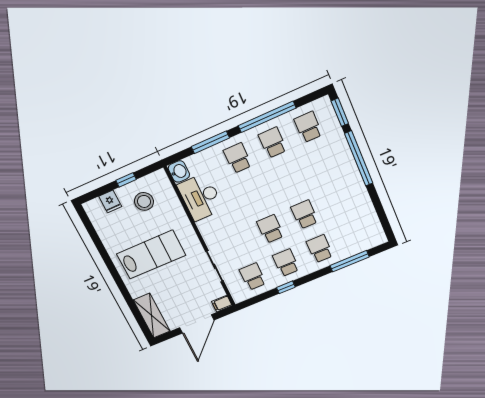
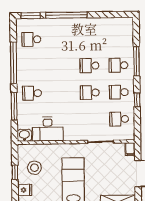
school desk: (273, 143) -> (32, 66), removed
window: (350, 261) -> (137, 61), moved

